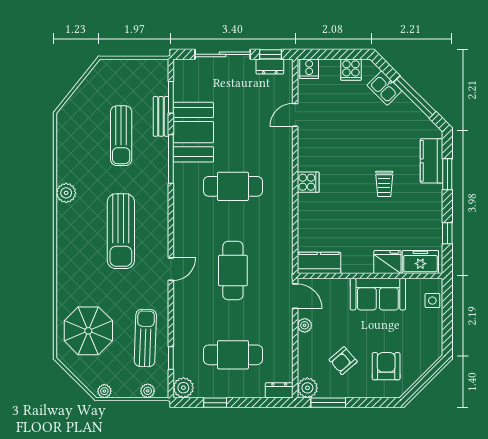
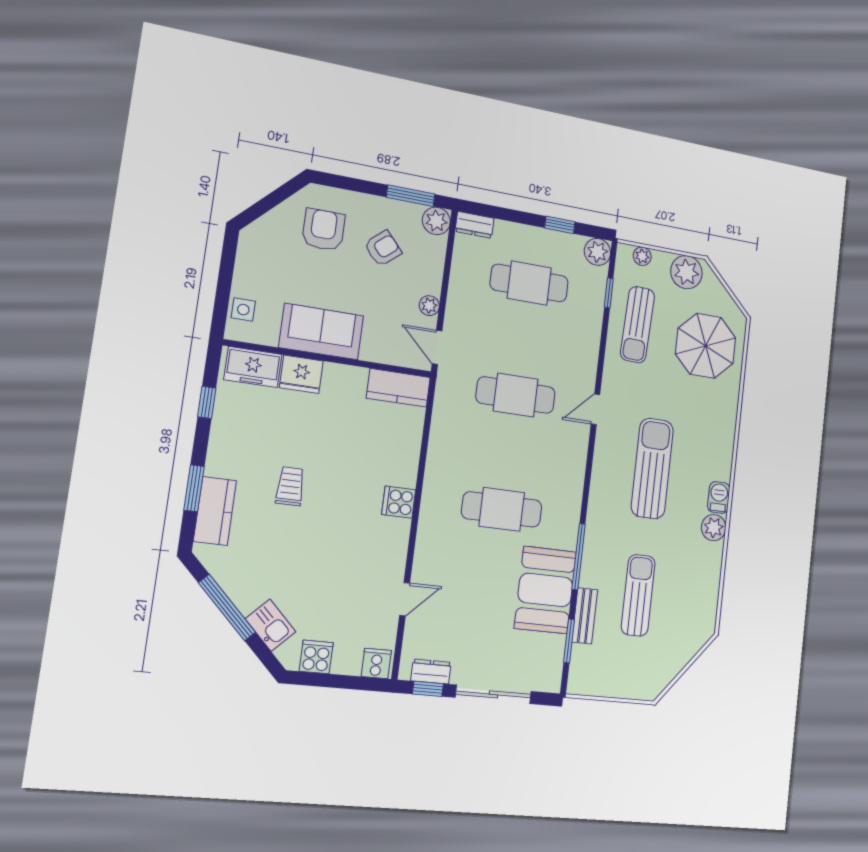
barbecue: (64, 216) -> (719, 498), added
cafe table: (233, 271) -> (516, 395), turned 90
armchair: (386, 366) -> (323, 230), turned 180
plant: (104, 391) -> (686, 272), width x1.87, depth x1.87

